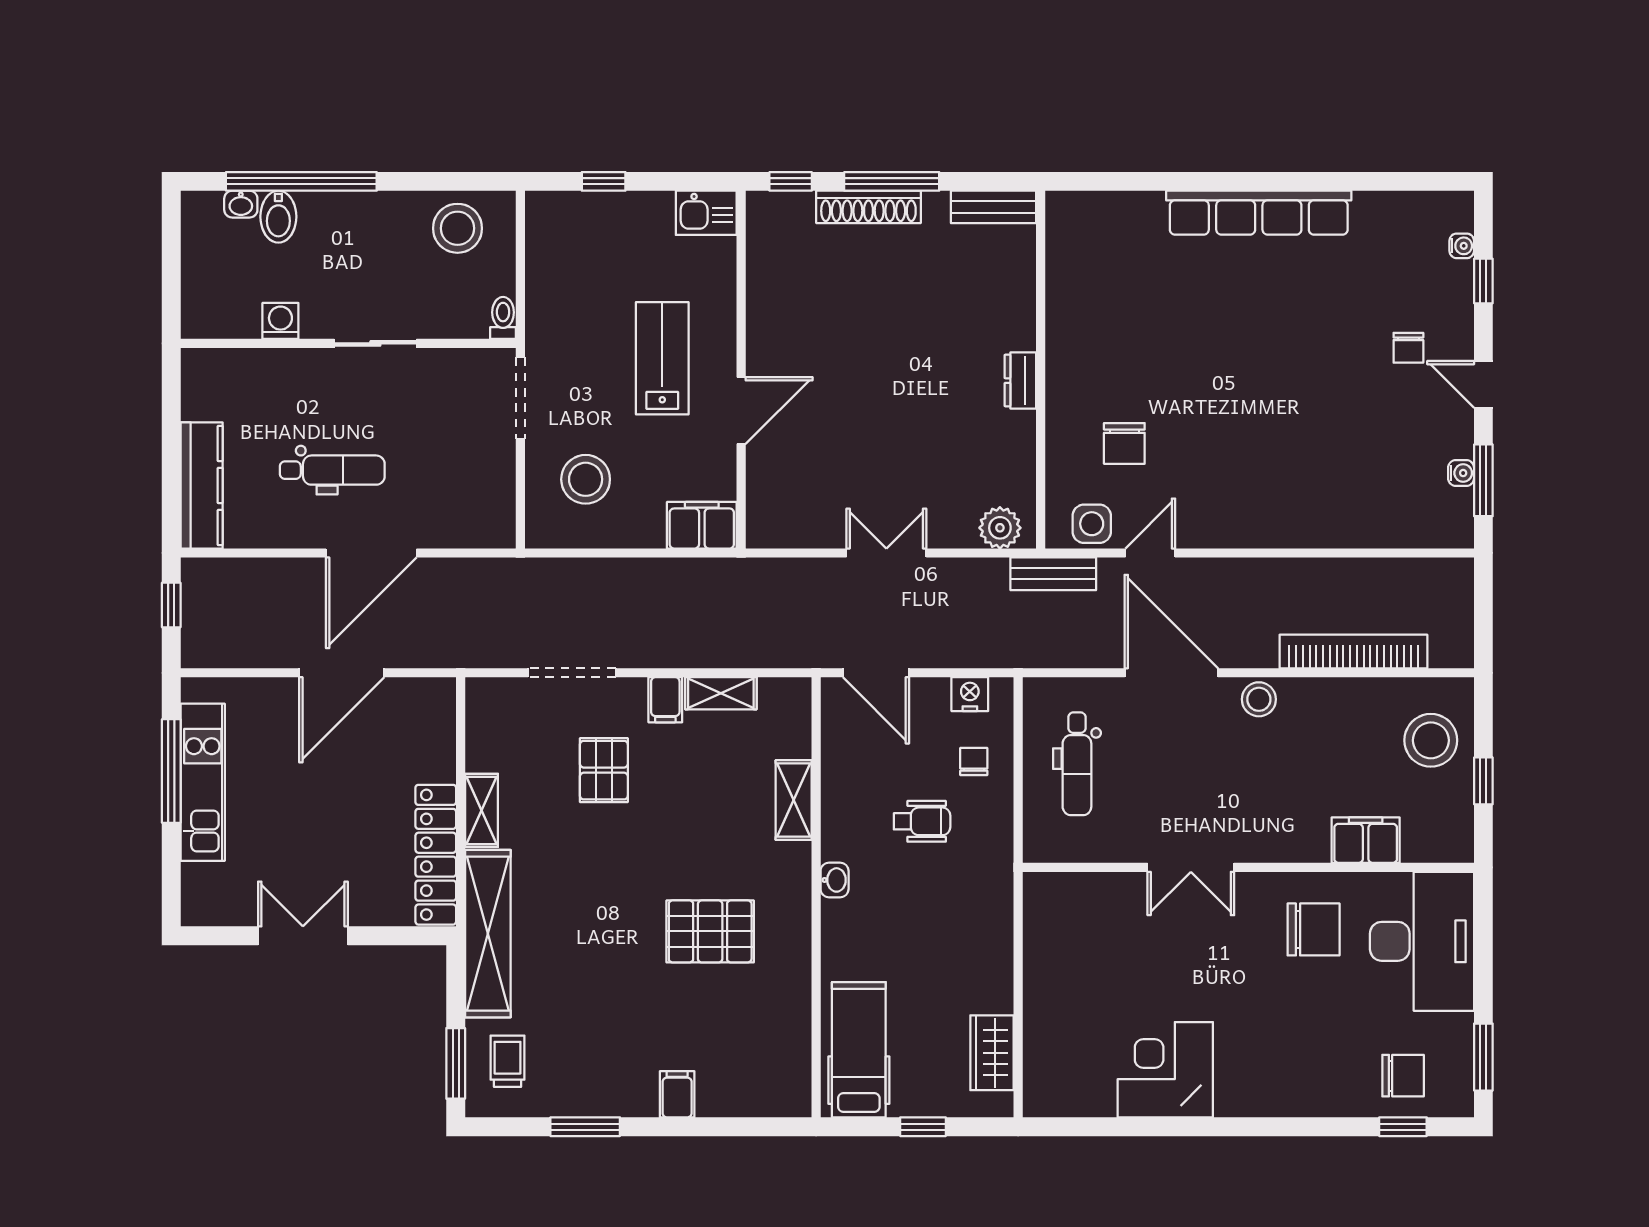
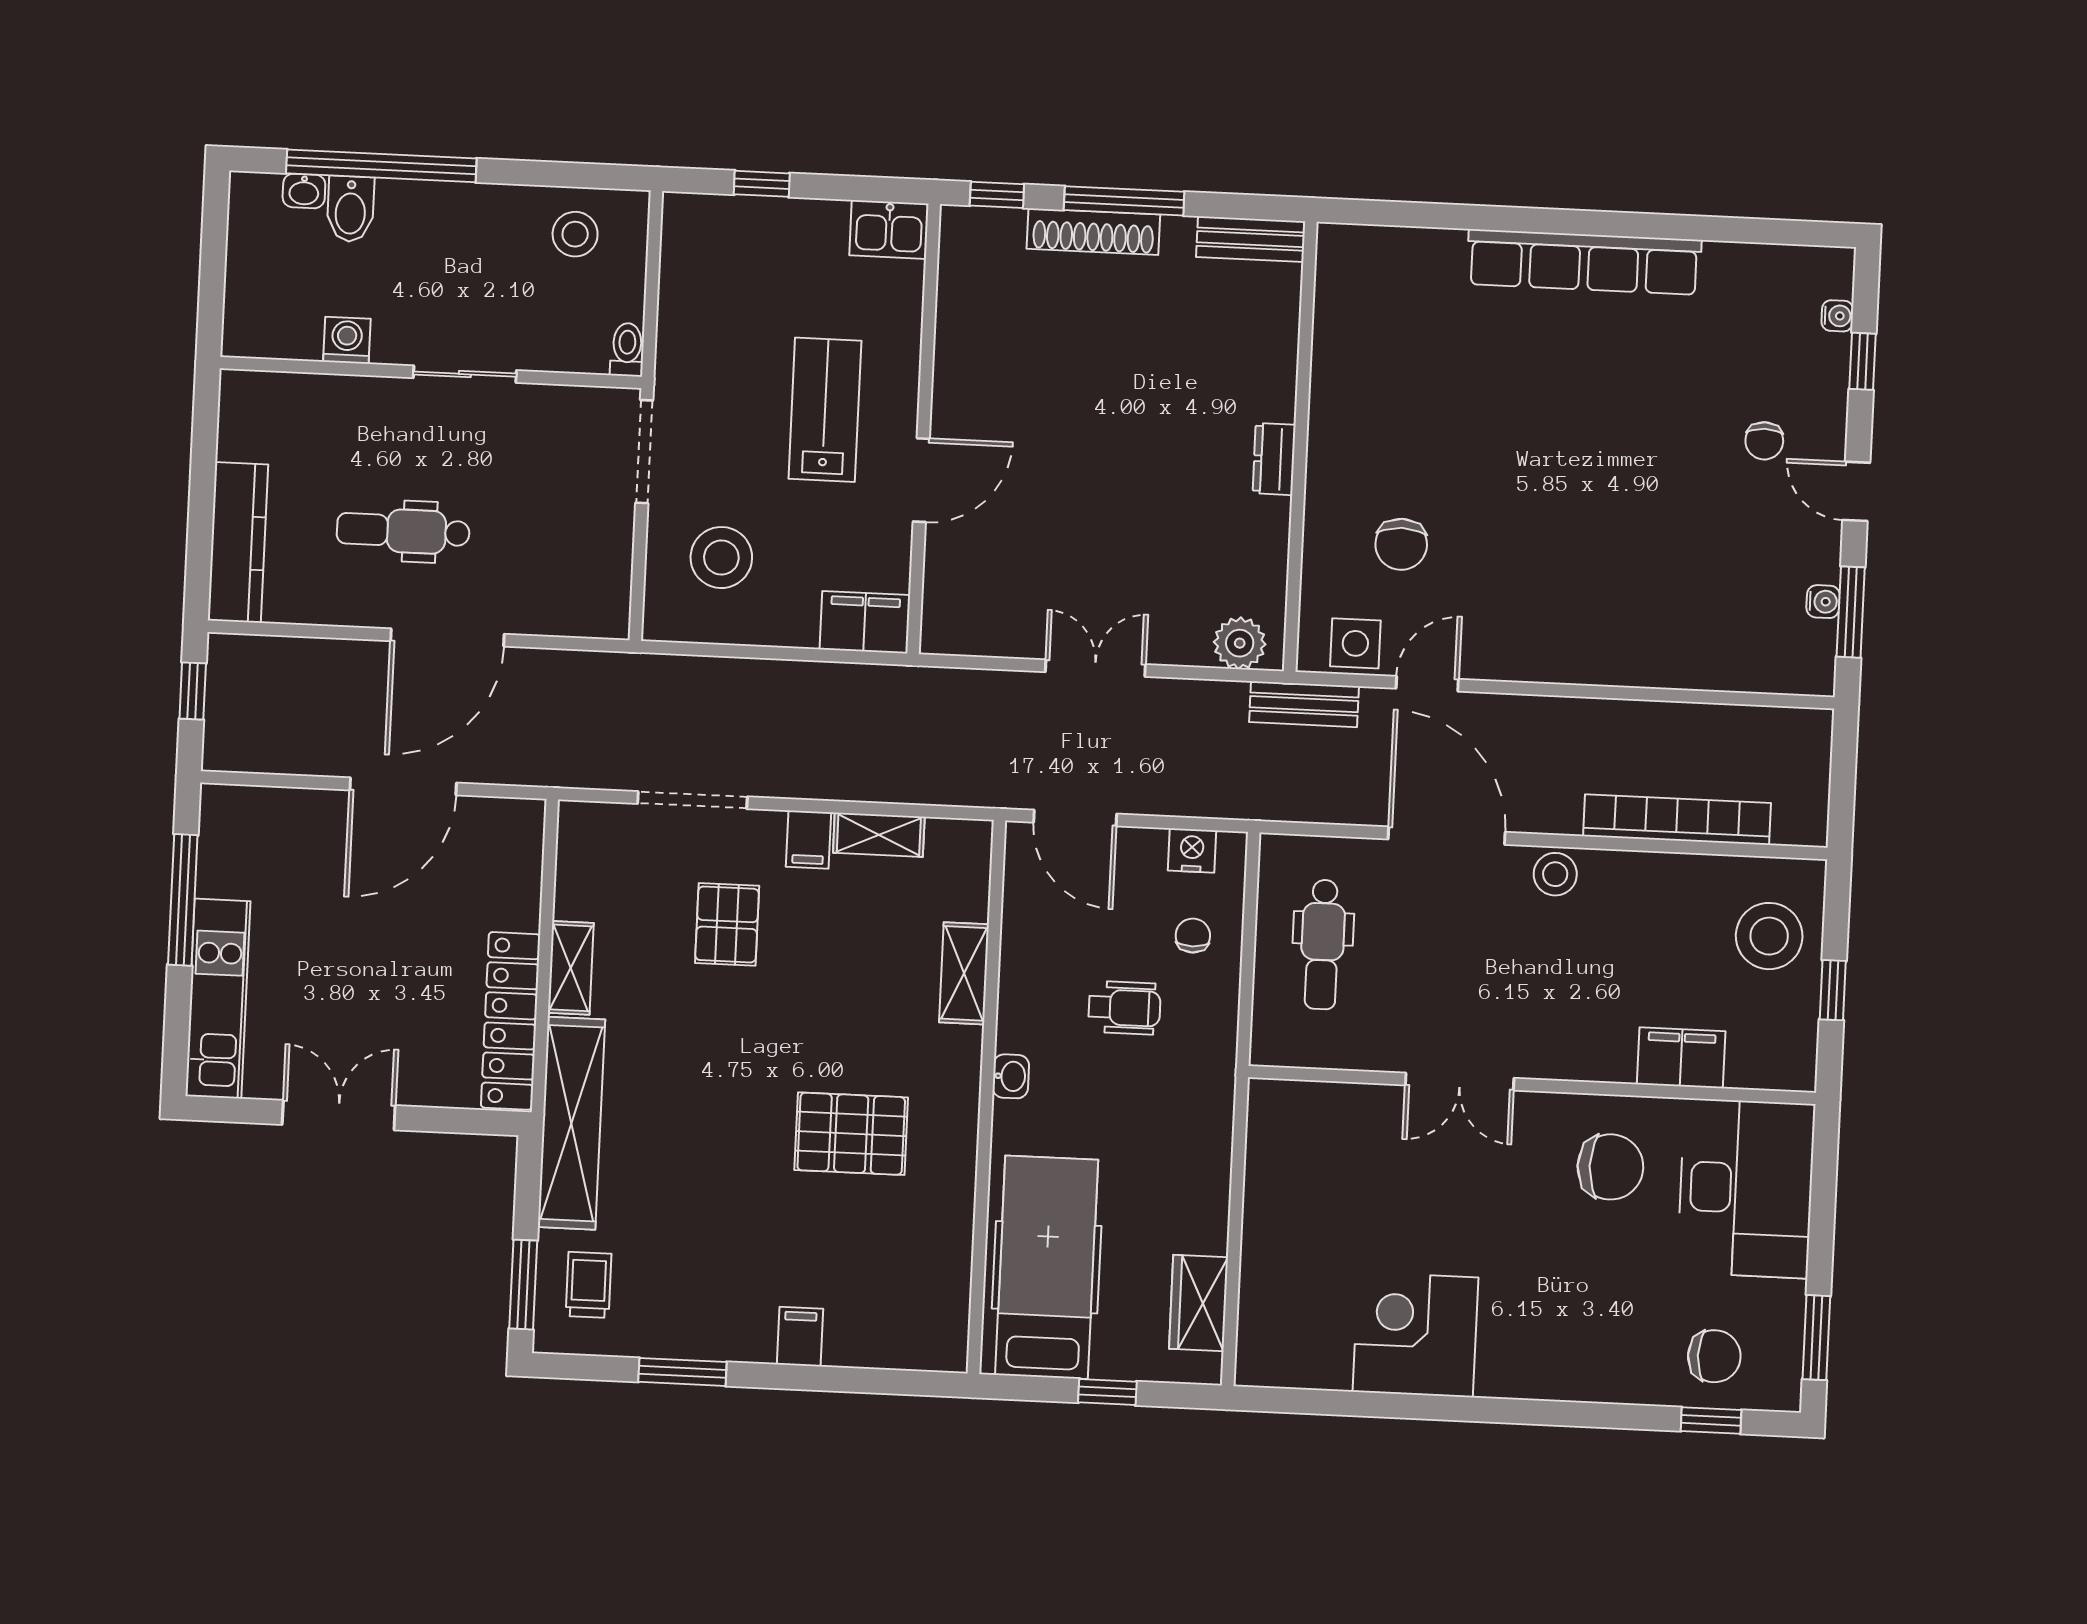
stool: (457, 228) -> (575, 234), width x0.73, depth x0.73
dental chair: (332, 470) -> (403, 531), turned 180
kitchen unit: (203, 782) -> (218, 999), moved
hospital bed: (859, 1050) -> (1047, 1267), width x1.37, depth x1.29

